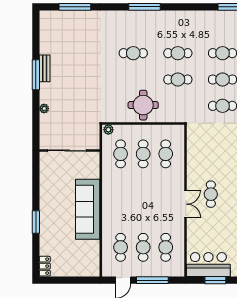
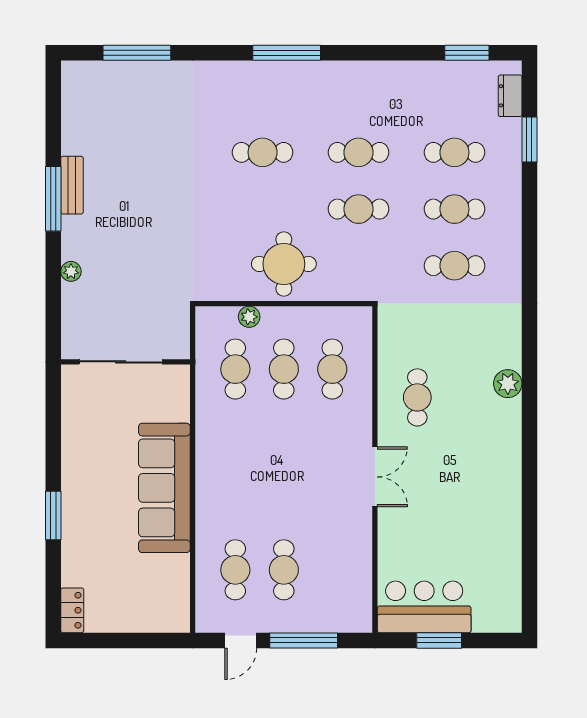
plant: (108, 130) -> (249, 317), moved
cafe table: (211, 194) -> (417, 397), moved
cafe table: (166, 247) -> (332, 570), removed

